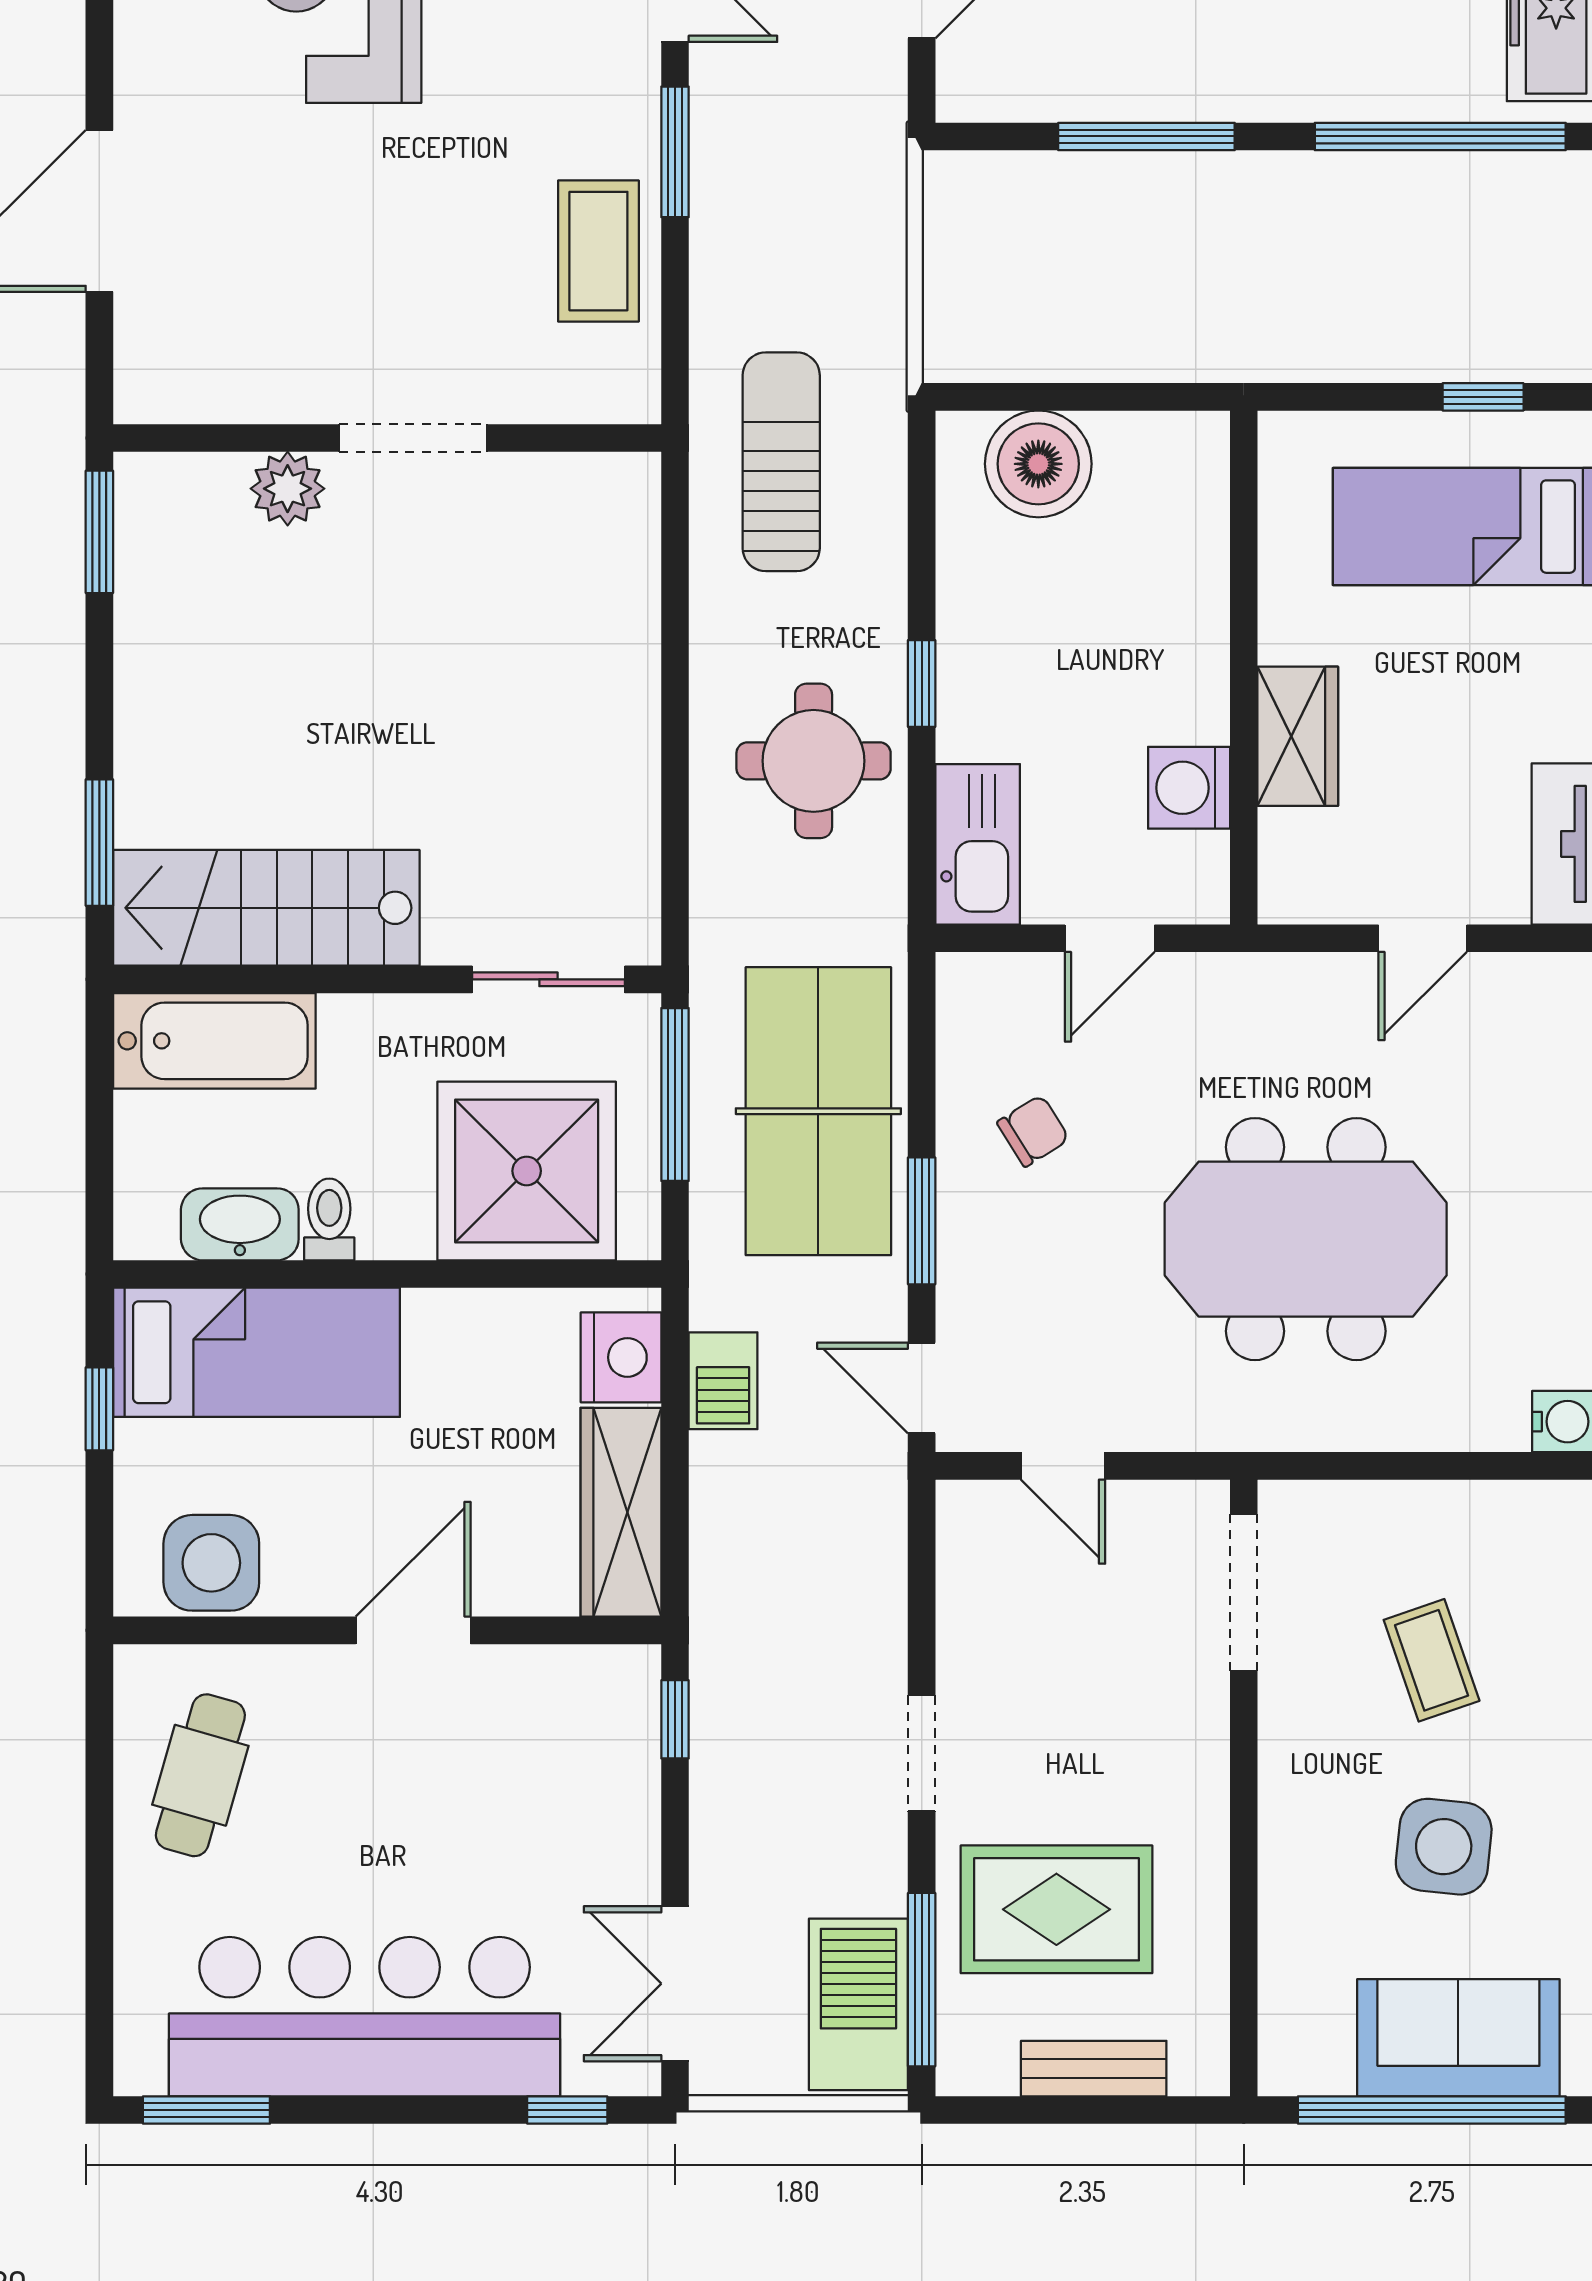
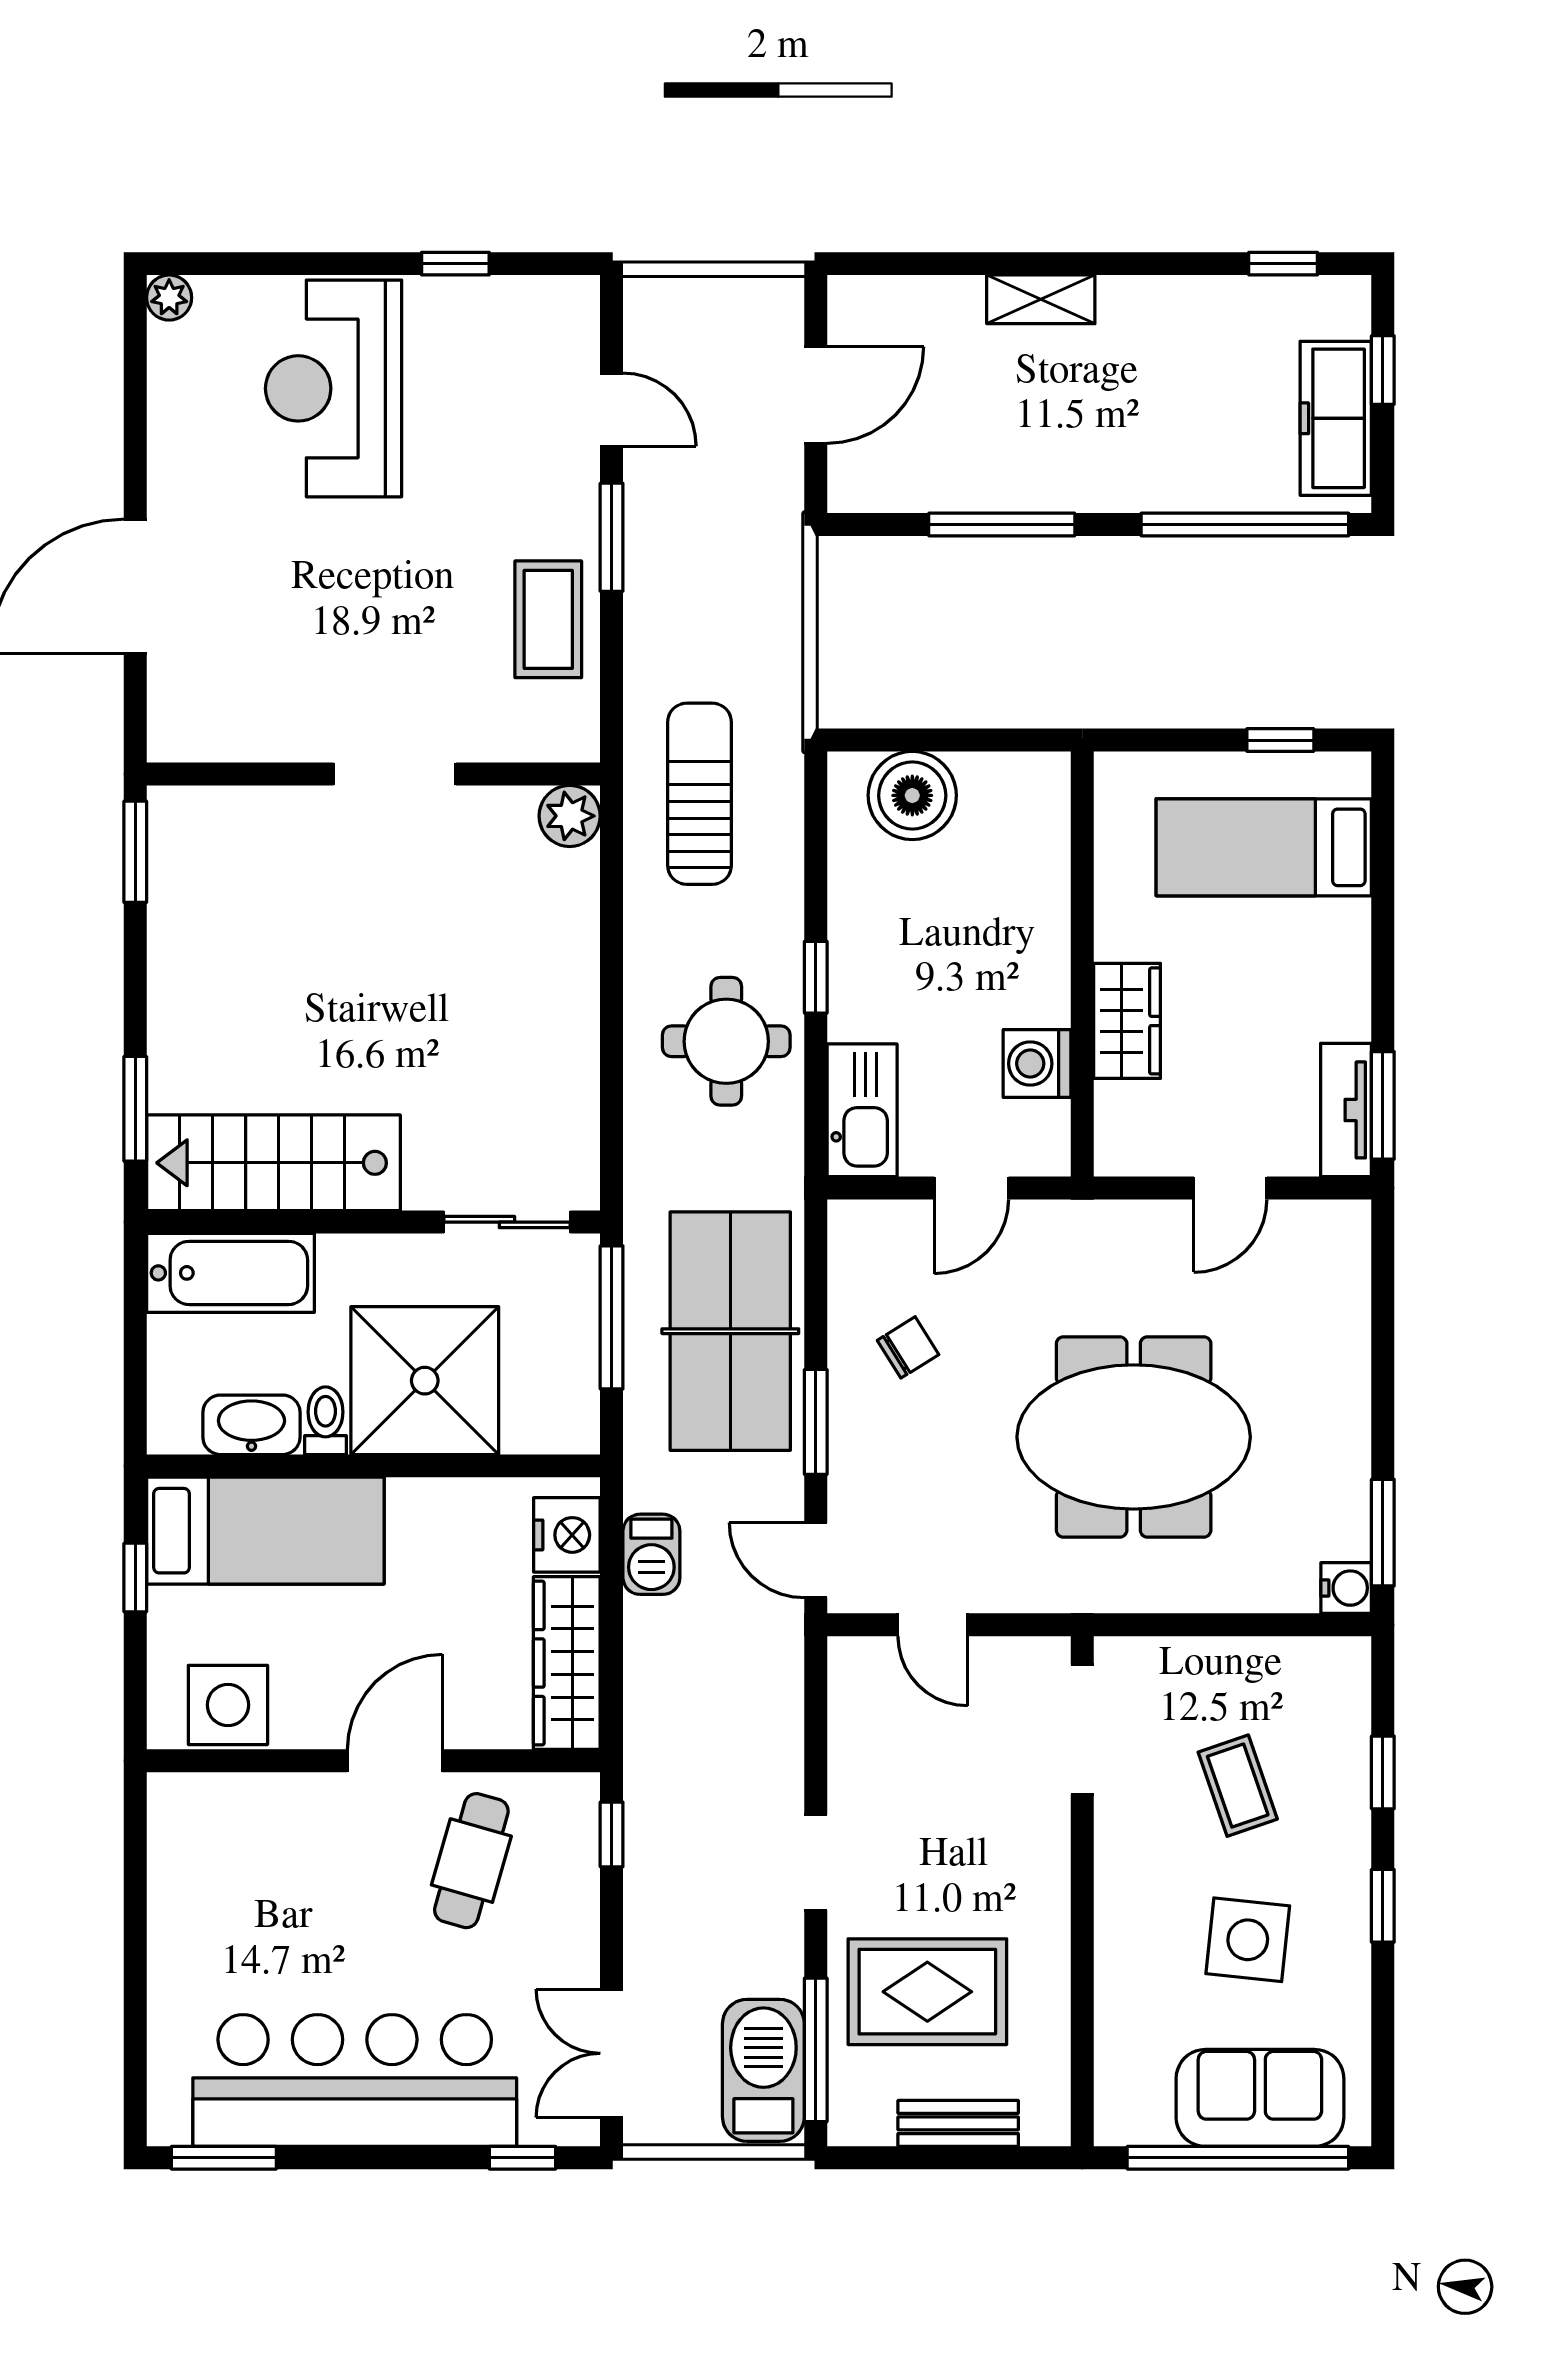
plant: (288, 489) -> (570, 816), moved
shower: (527, 1171) -> (425, 1381), moved
cafe table: (200, 1775) -> (471, 1861), moved

